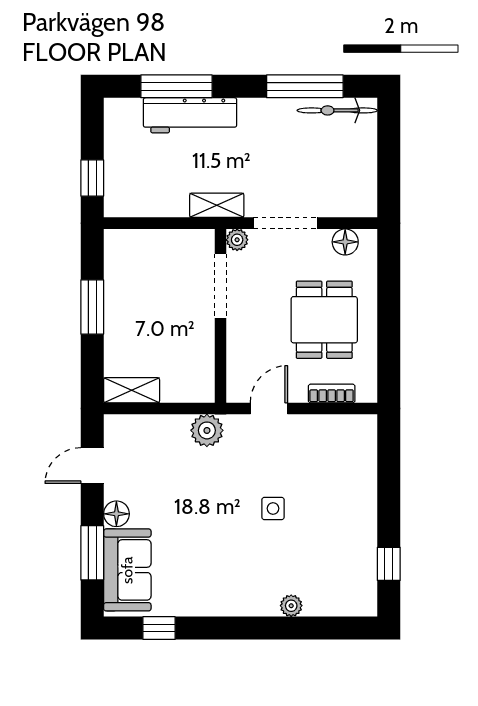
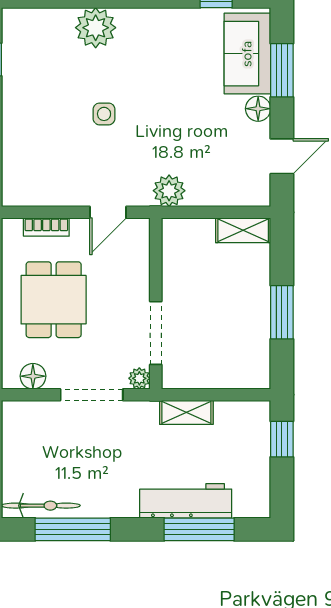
shelving: (217, 205) -> (186, 412), moved
plant: (291, 606) -> (96, 28), width x1.88, depth x1.88

